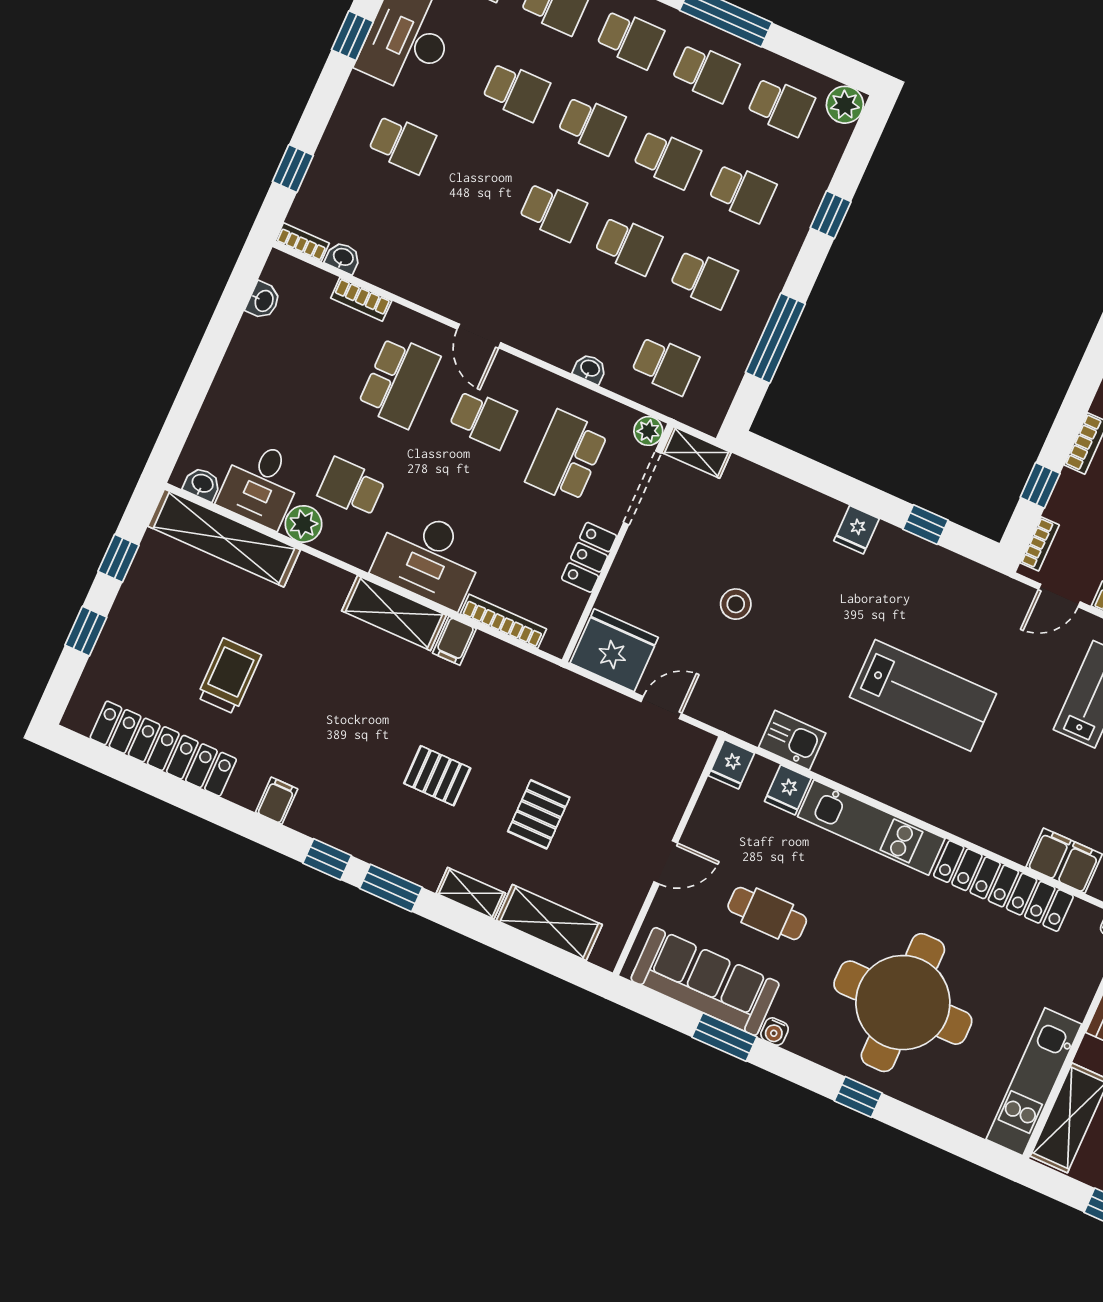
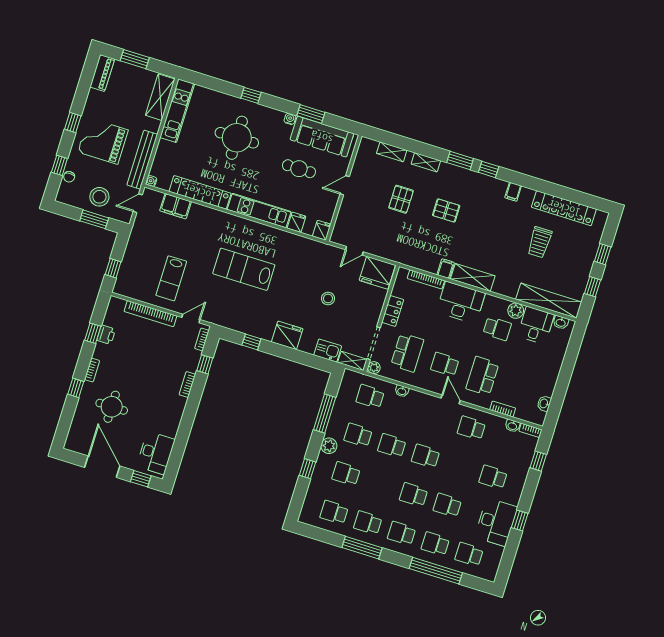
plant: (845, 105) -> (329, 446), moved
school desk: (667, 159) -> (471, 428), moved
fridge: (857, 530) -> (287, 335), width x1.88, depth x1.34
kitchen sink: (792, 740) -> (328, 351), moved, turned 180
shelving: (549, 922) -> (392, 152), width x0.67, depth x0.75
round table: (903, 1003) -> (237, 138), width x0.73, depth x0.73

